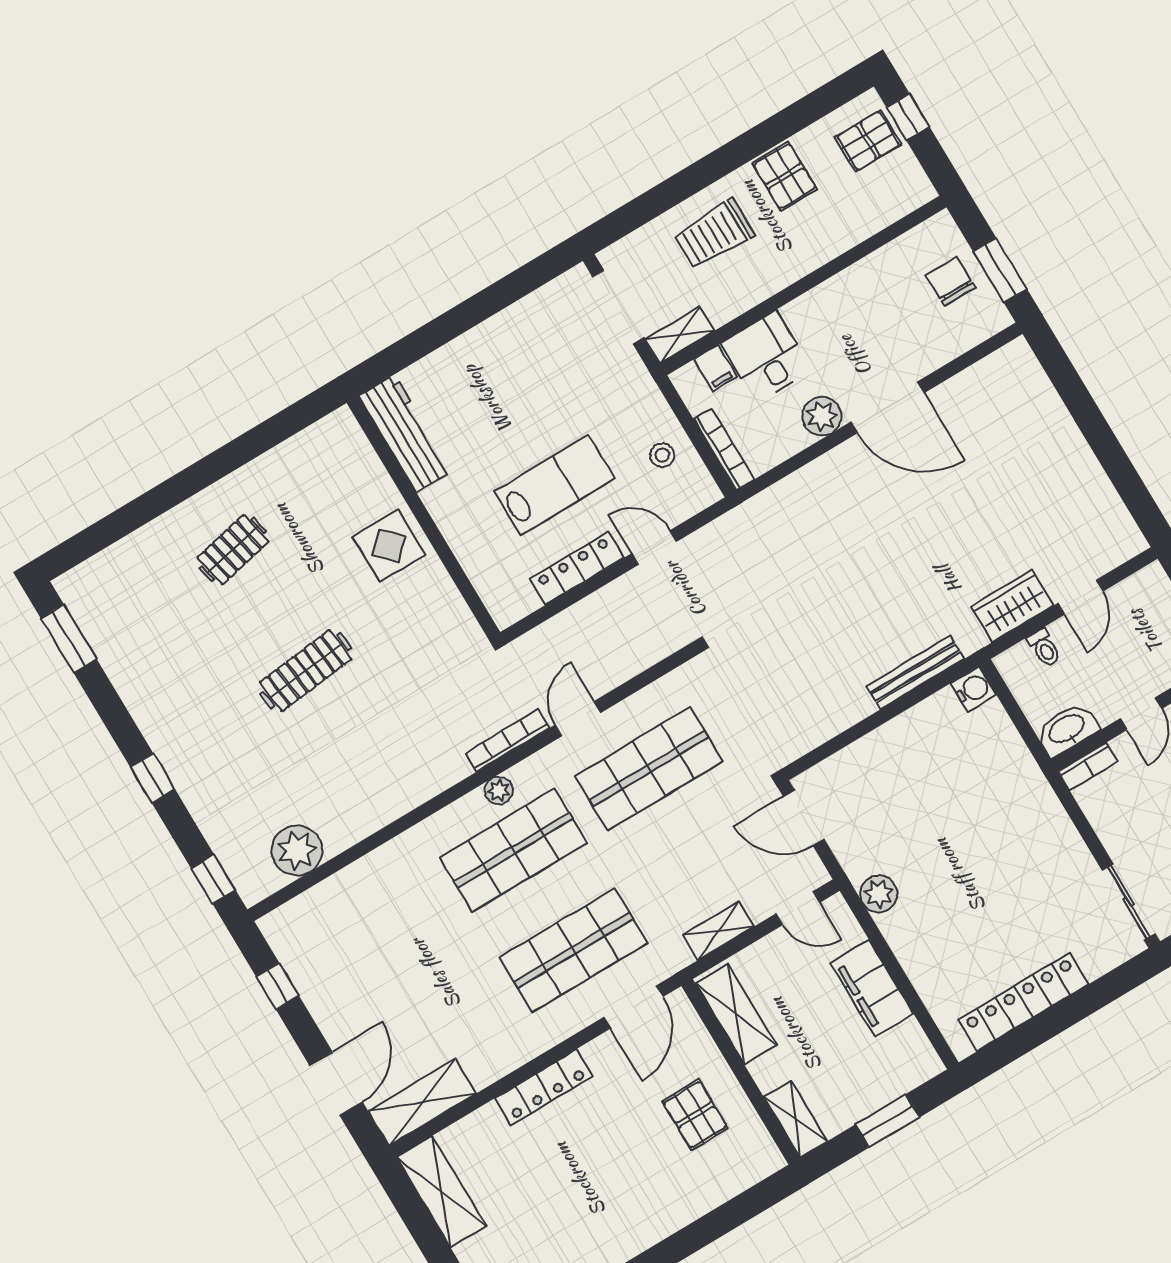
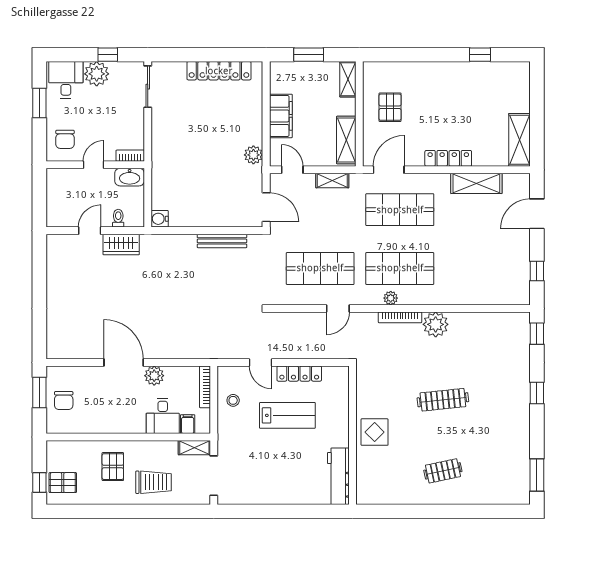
pallet: (785, 176) -> (113, 467), moved
lab bench: (554, 485) -> (287, 415), turned 180
bench: (915, 673) -> (222, 241), moved
bookcase: (507, 741) -> (400, 317), moved
plant: (297, 850) -> (436, 324), moved
shelving: (422, 1102) -> (476, 183), moved

